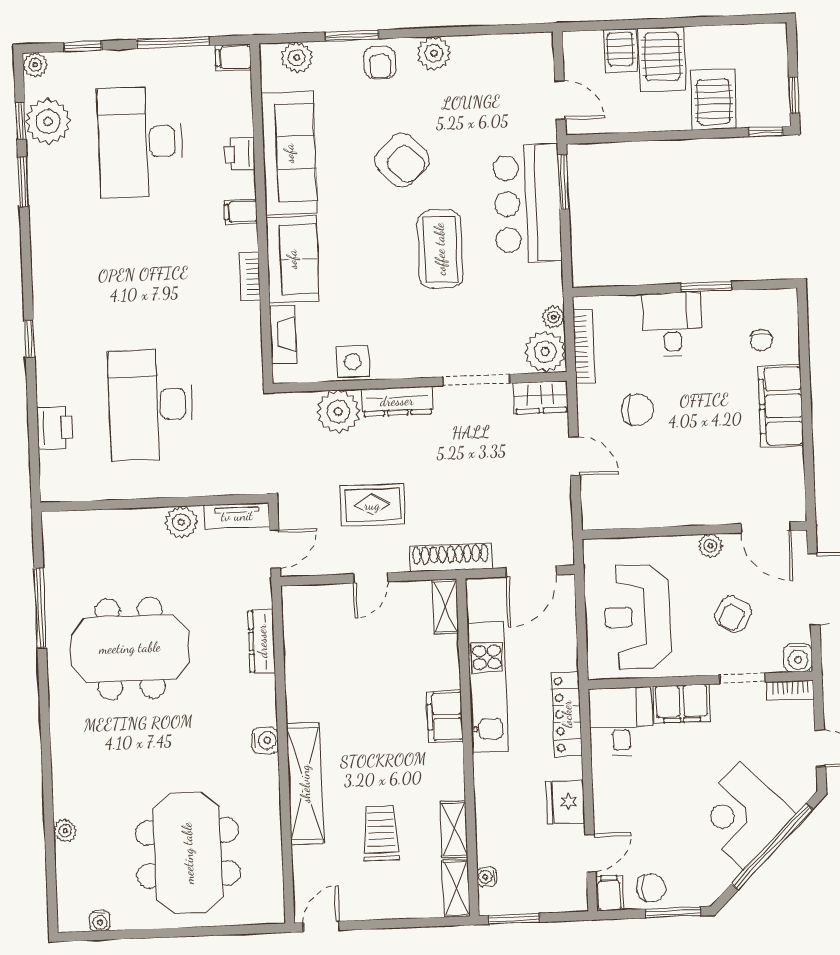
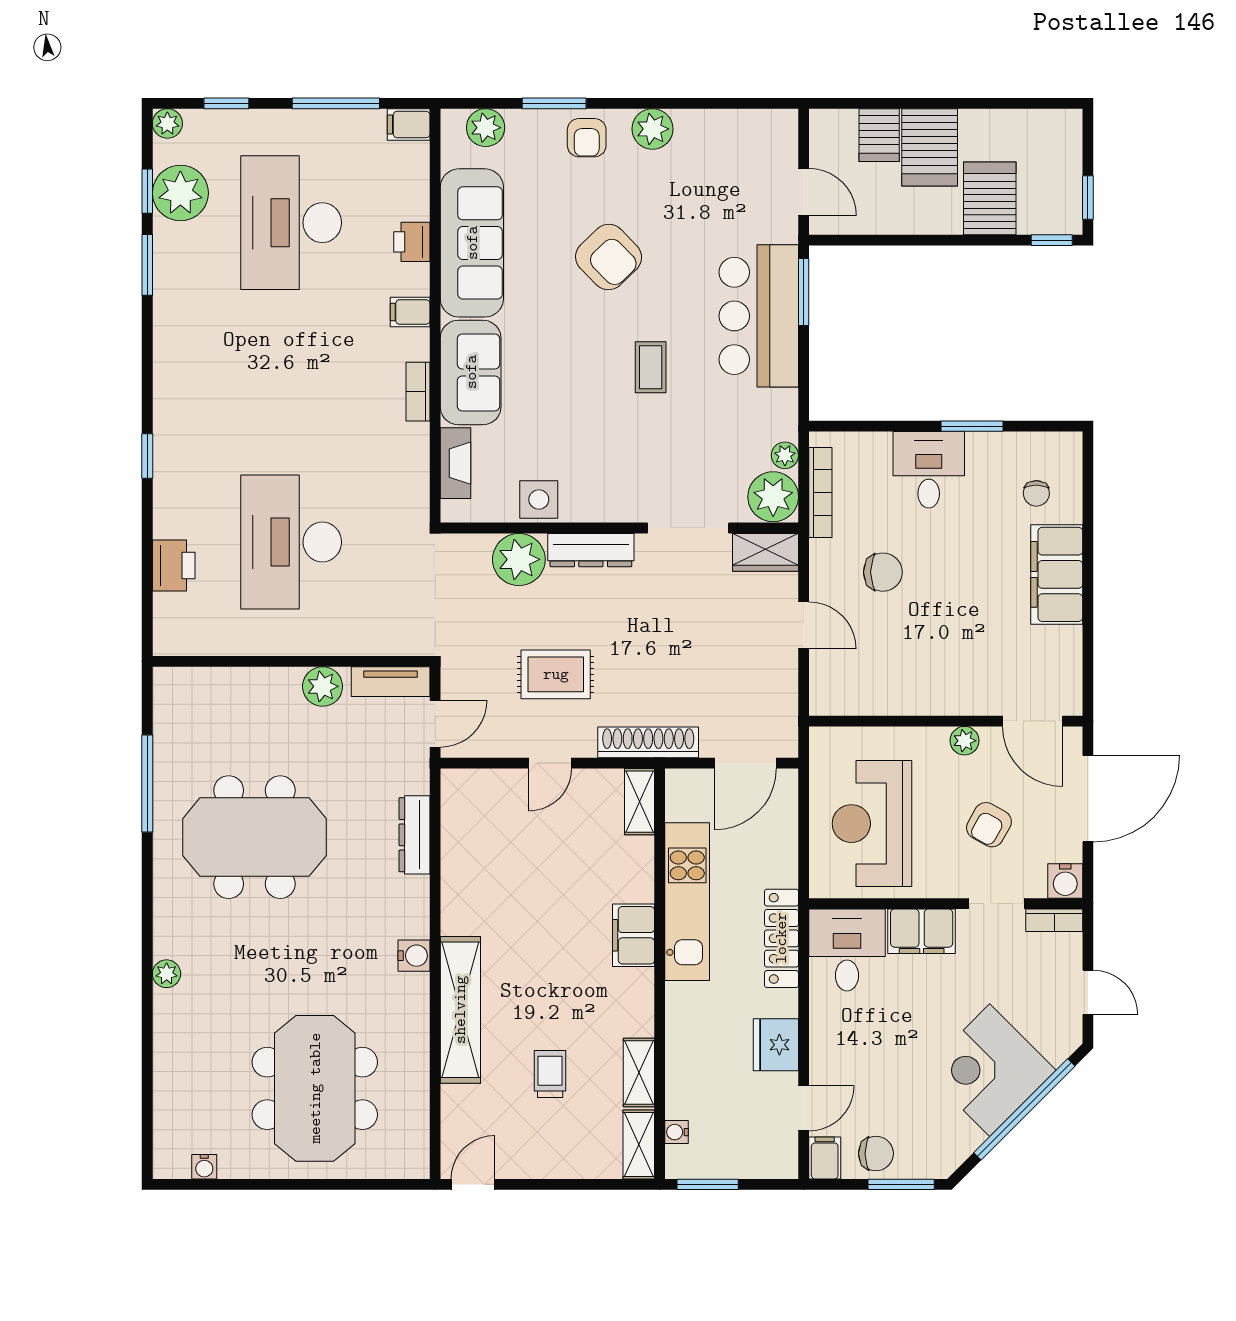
coffee table: (440, 249) -> (651, 367), width x0.54, depth x0.58
plant: (65, 831) -> (167, 974), moved
trolley: (381, 833) -> (550, 1074), width x0.73, depth x0.72

